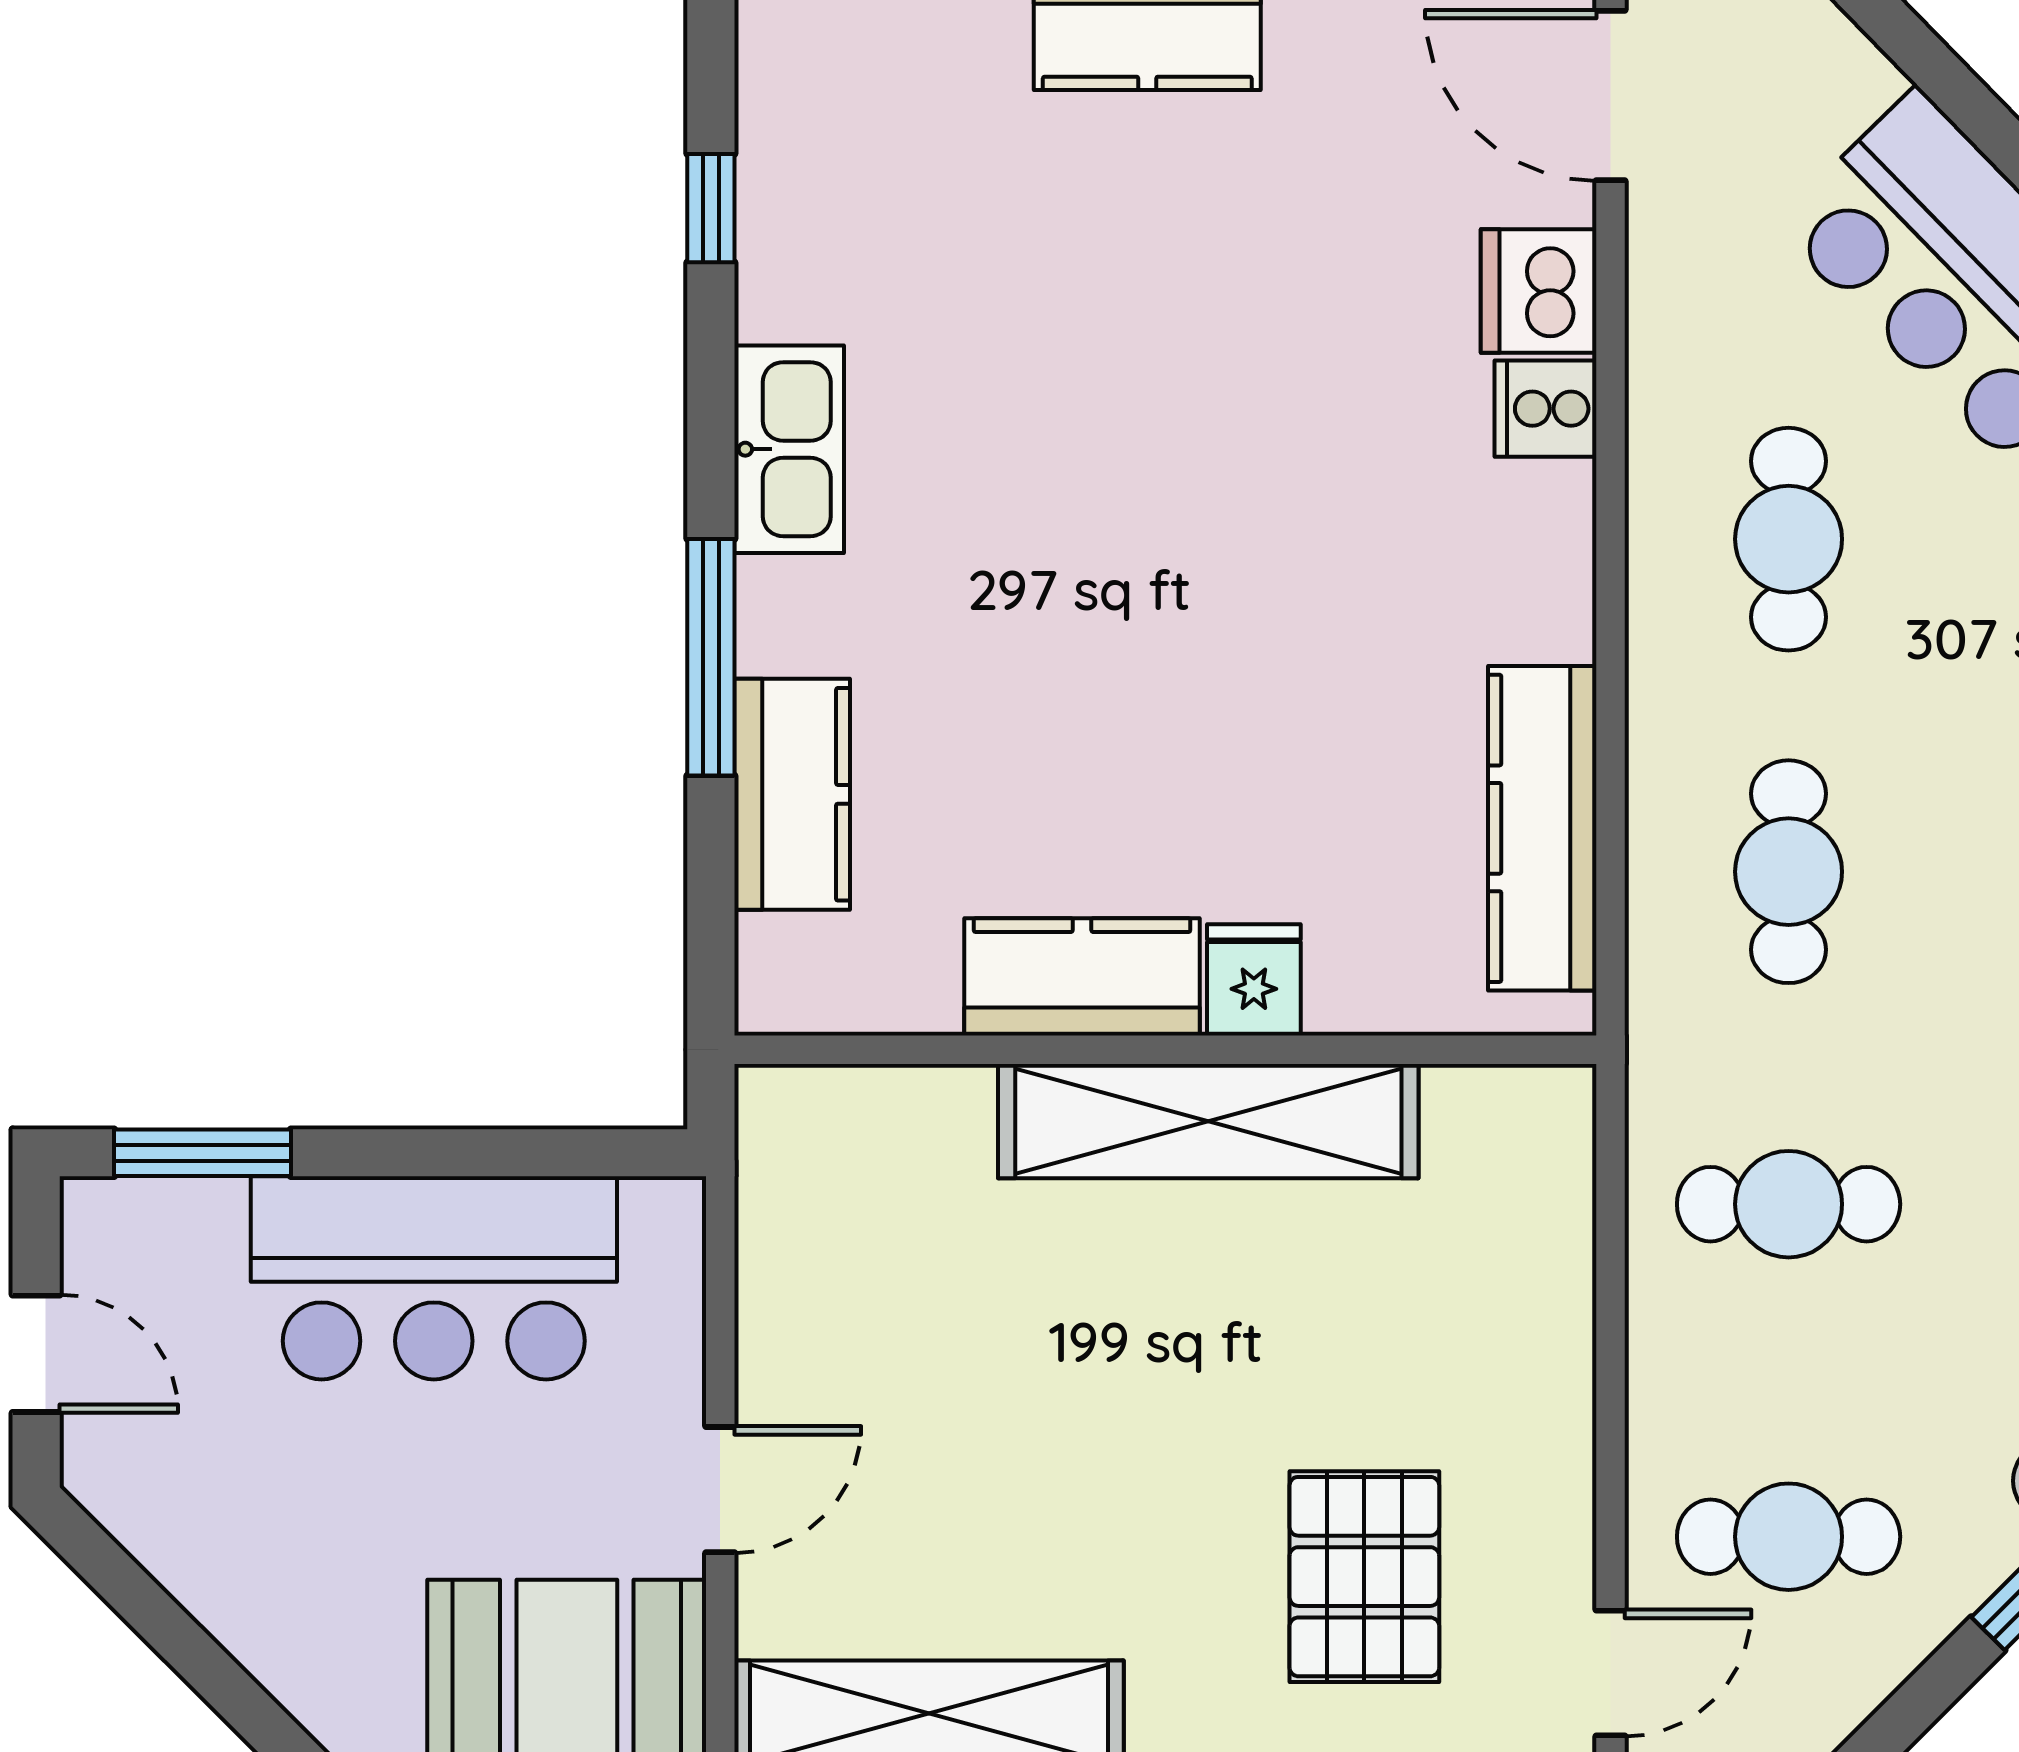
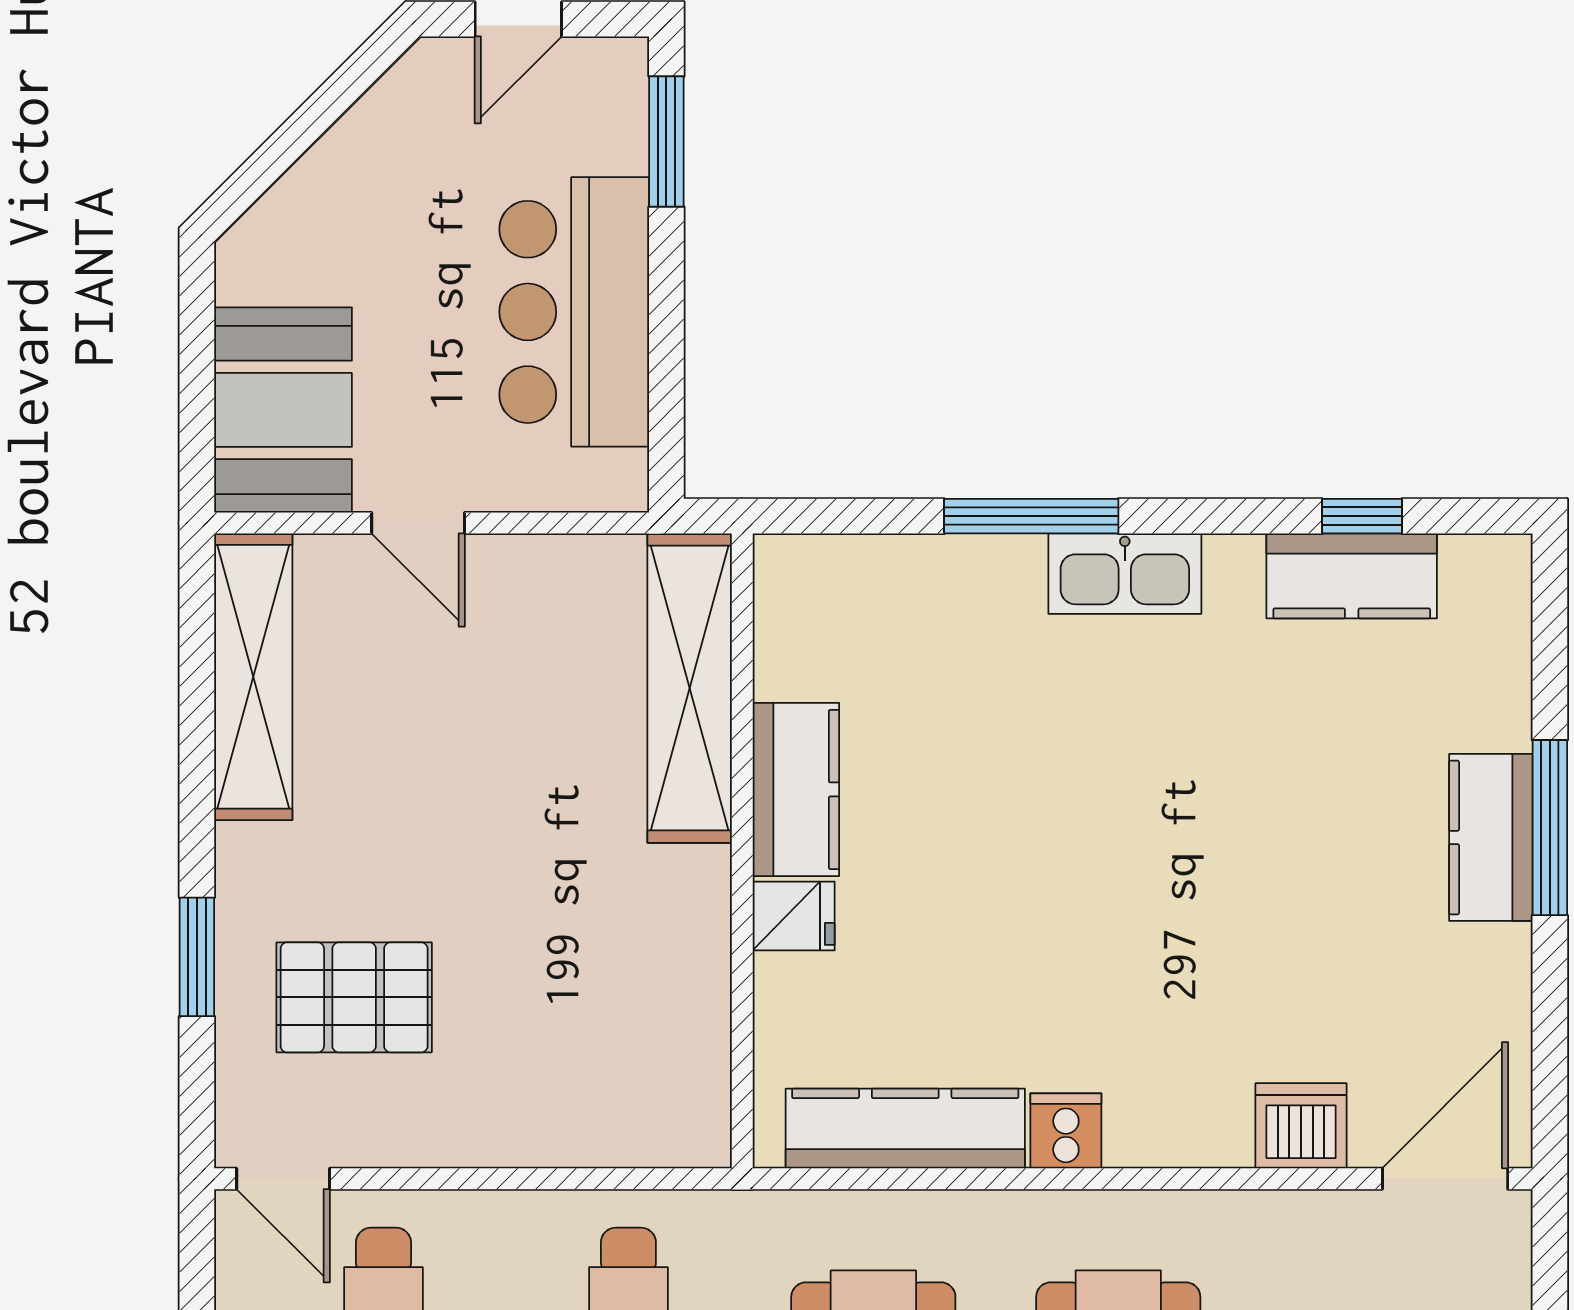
cooker: (1546, 409) -> (1066, 1131), moved
kitchen sink: (789, 449) -> (1125, 574), moved
kitchen counter: (792, 794) -> (1352, 576), moved
shelving: (1208, 1121) -> (690, 688), moved

